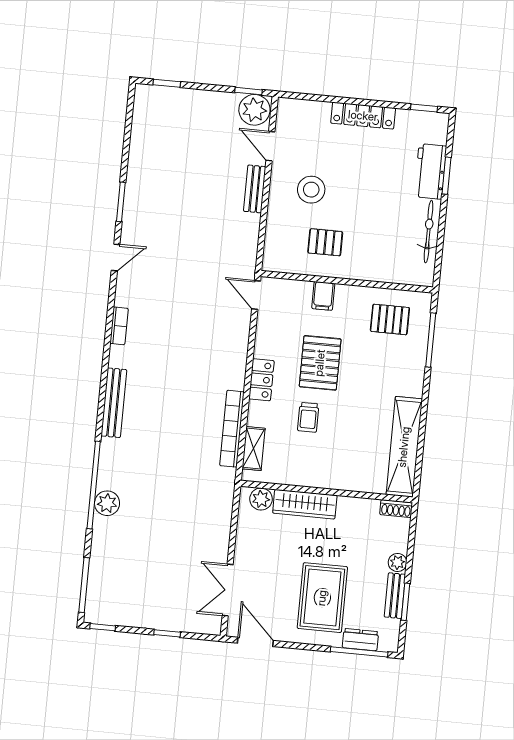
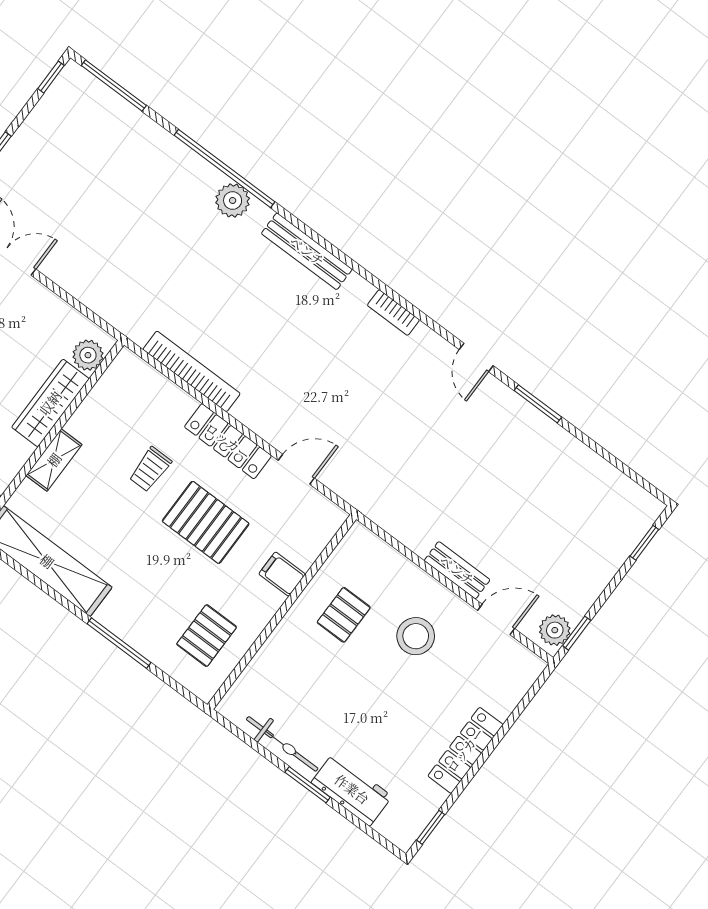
plant: (254, 110) -> (555, 630), width x0.73, depth x0.73
window: (447, 176) -> (308, 785), moved
door: (256, 295) -> (296, 469), moved
window: (431, 340) -> (119, 643), moved
locker: (261, 380) -> (228, 441), width x1.53
trolley: (308, 417) -> (150, 469), turned -90
shelving: (254, 449) -> (54, 460), moved, turned 90
plant: (107, 503) -> (233, 201), moved

